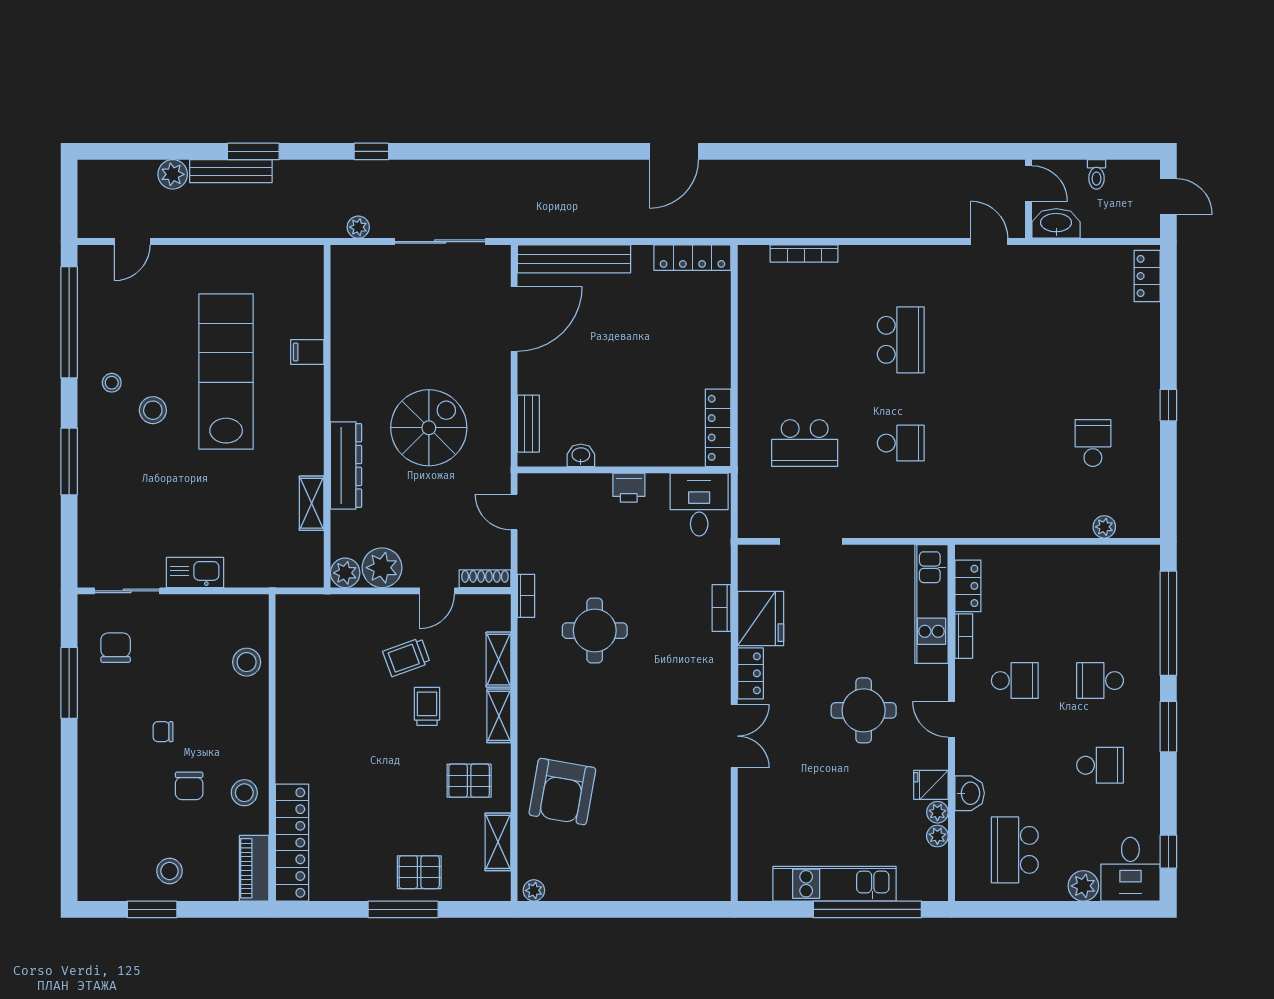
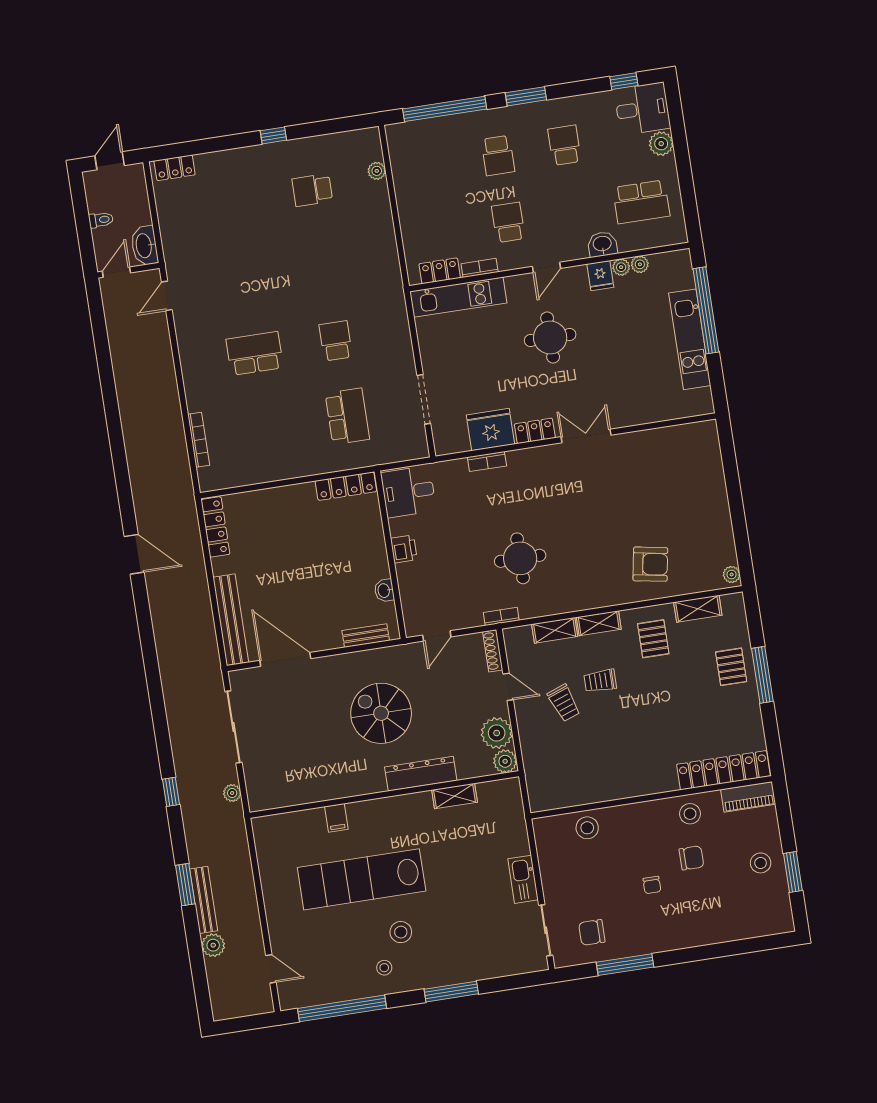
armchair: (562, 791) -> (650, 564), width x0.73, depth x0.73

